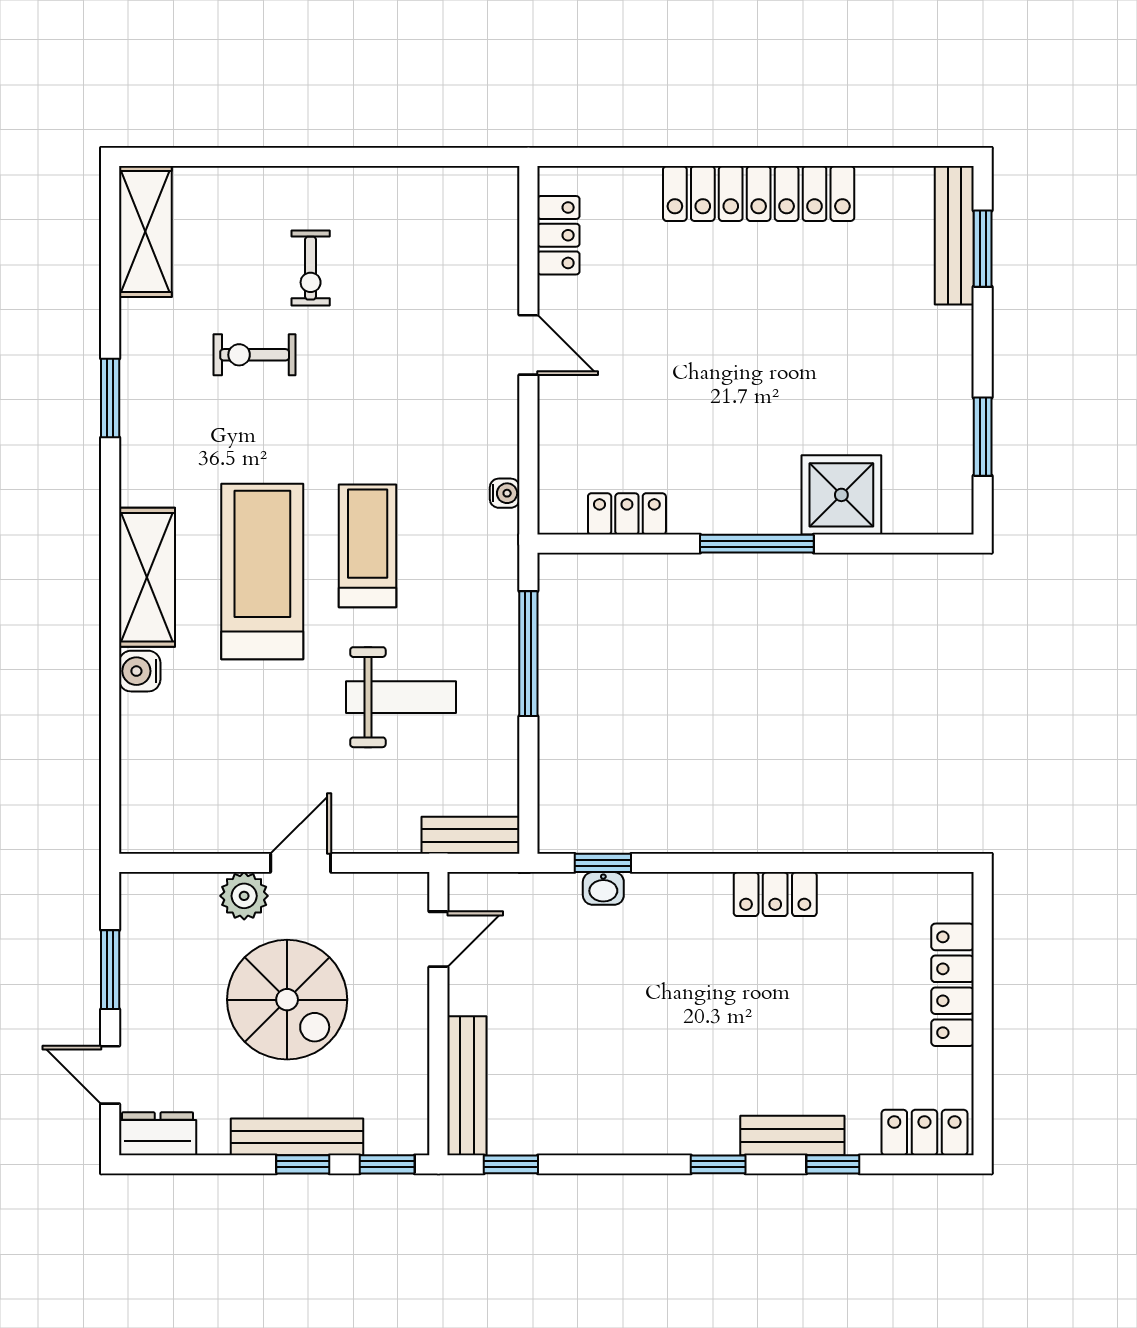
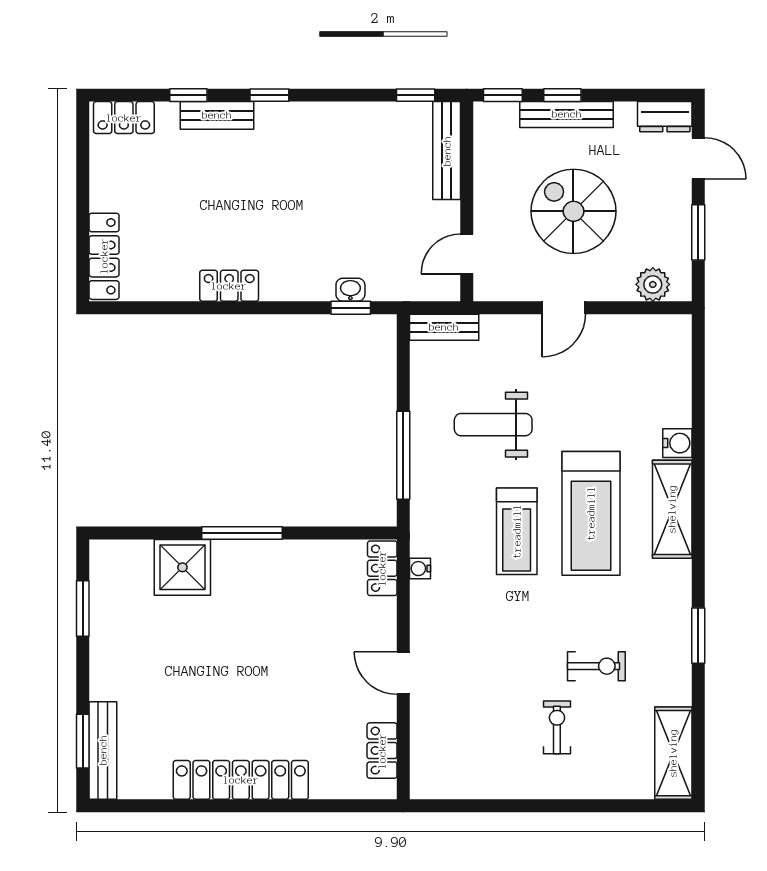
locker: (627, 514) -> (382, 568), moved, turned 90
plant: (244, 896) -> (653, 284), moved
locker: (953, 985) -> (104, 256), moved

